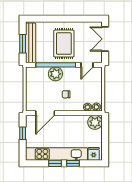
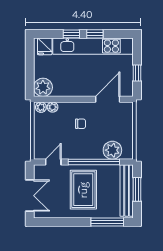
window: (45, 19) -> (107, 222), added
plant: (55, 74) -> (112, 150), moved

